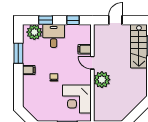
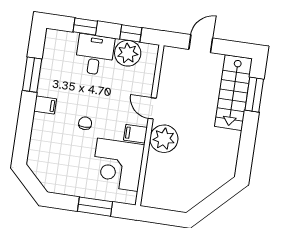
plant: (34, 32) -> (128, 53), moved
filing cabinet: (85, 49) -> (135, 134), moved

